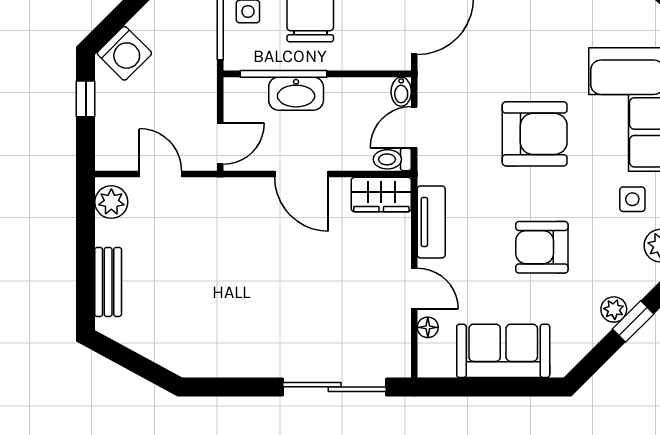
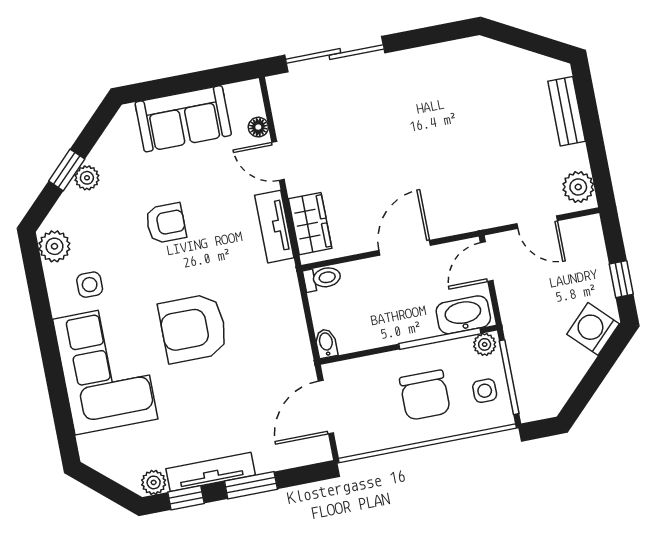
plant: (239, 59) -> (485, 344), added
washbasin: (296, 94) -> (463, 315), moved
door: (414, 127) -> (307, 313), removed
door: (302, 174) -> (405, 248), hinge flipped
wardrobe: (381, 195) -> (310, 224), moved, turned 90
armchair: (542, 247) -> (166, 223), width x0.72, depth x0.72

